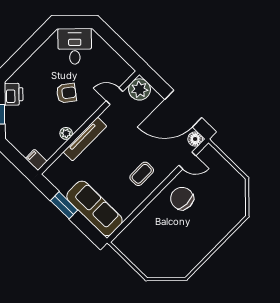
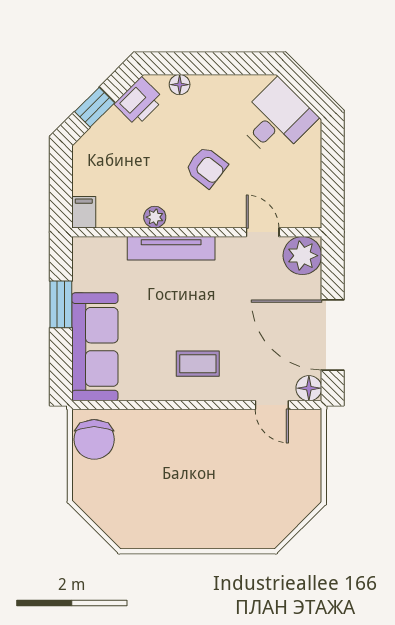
floor lamp: (23, 71) -> (180, 85), added
chair: (182, 198) -> (94, 439), moved, turned 180

